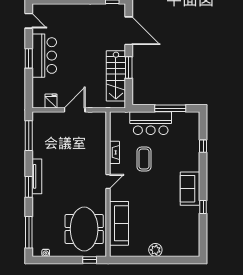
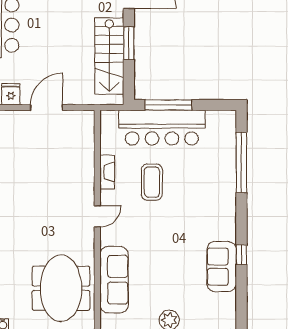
window: (170, 108) -> (168, 105), moved
bar counter: (151, 123) -> (162, 128), width x1.36
window: (203, 146) -> (241, 162), width x3.17
sofa: (190, 189) -> (222, 267), moved

